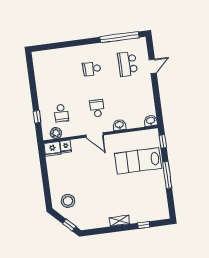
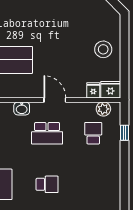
school desk: (97, 108) -> (47, 133), width x1.85
stool: (68, 201) -> (103, 49), moved

